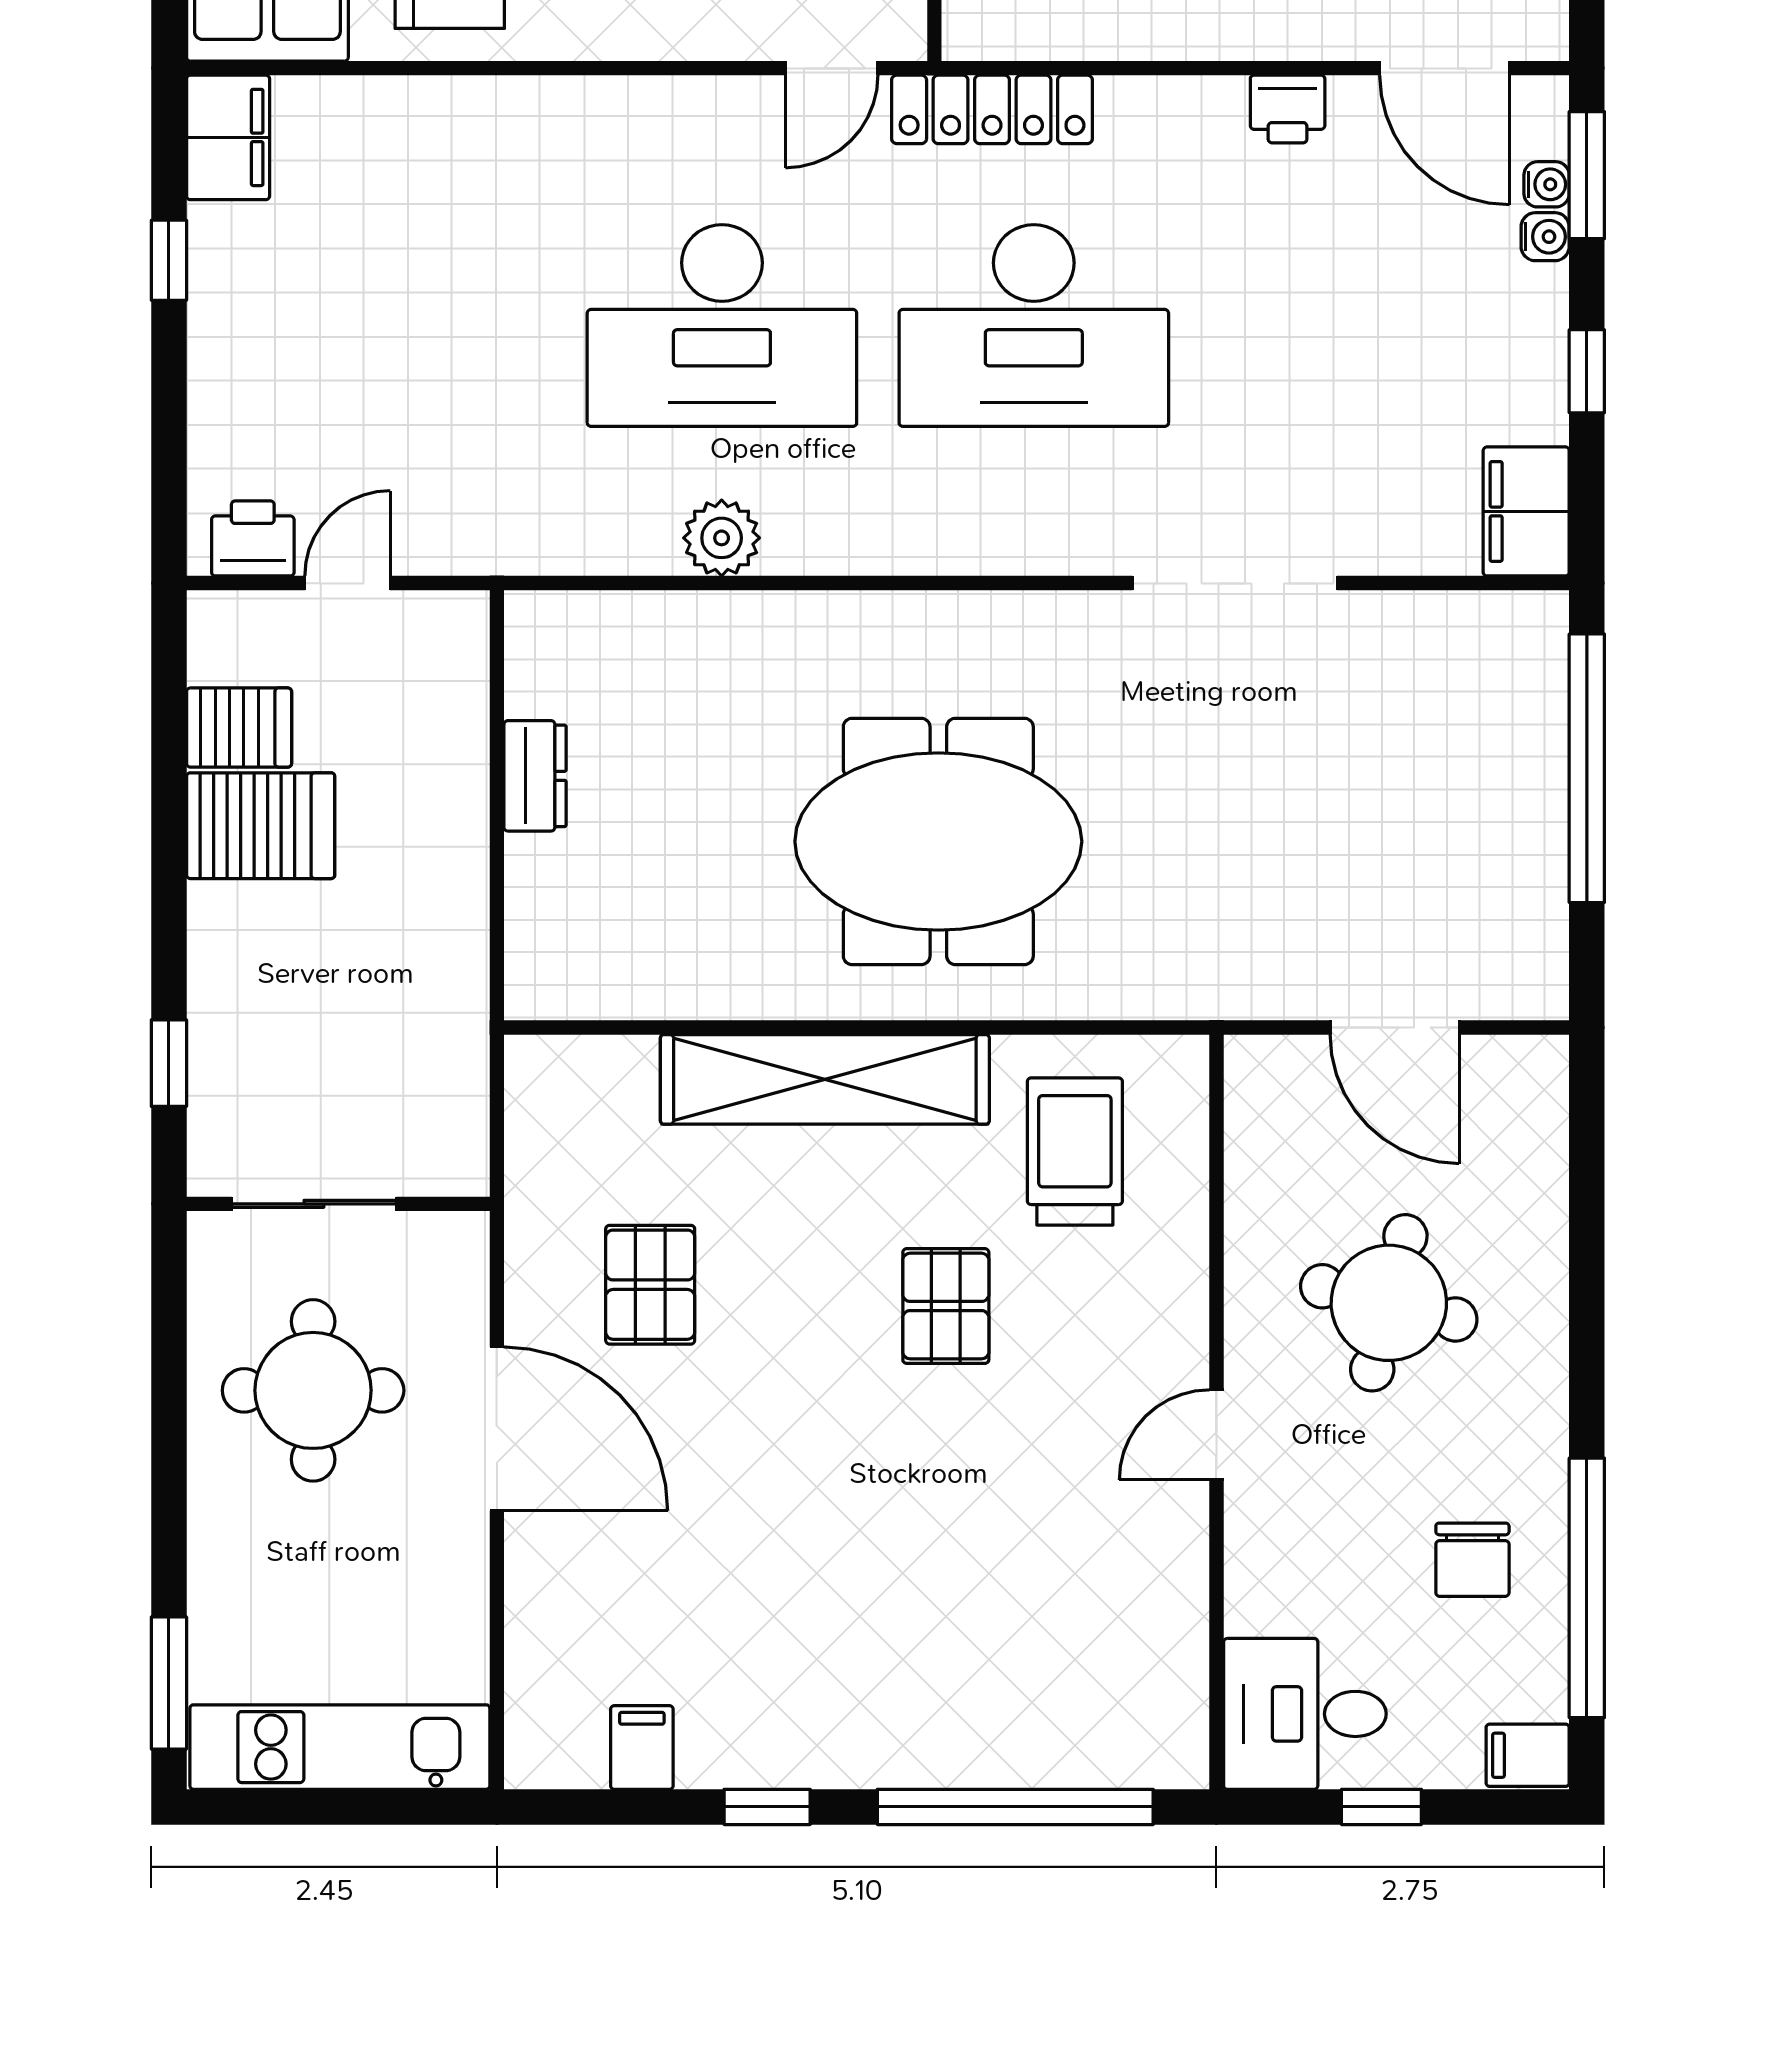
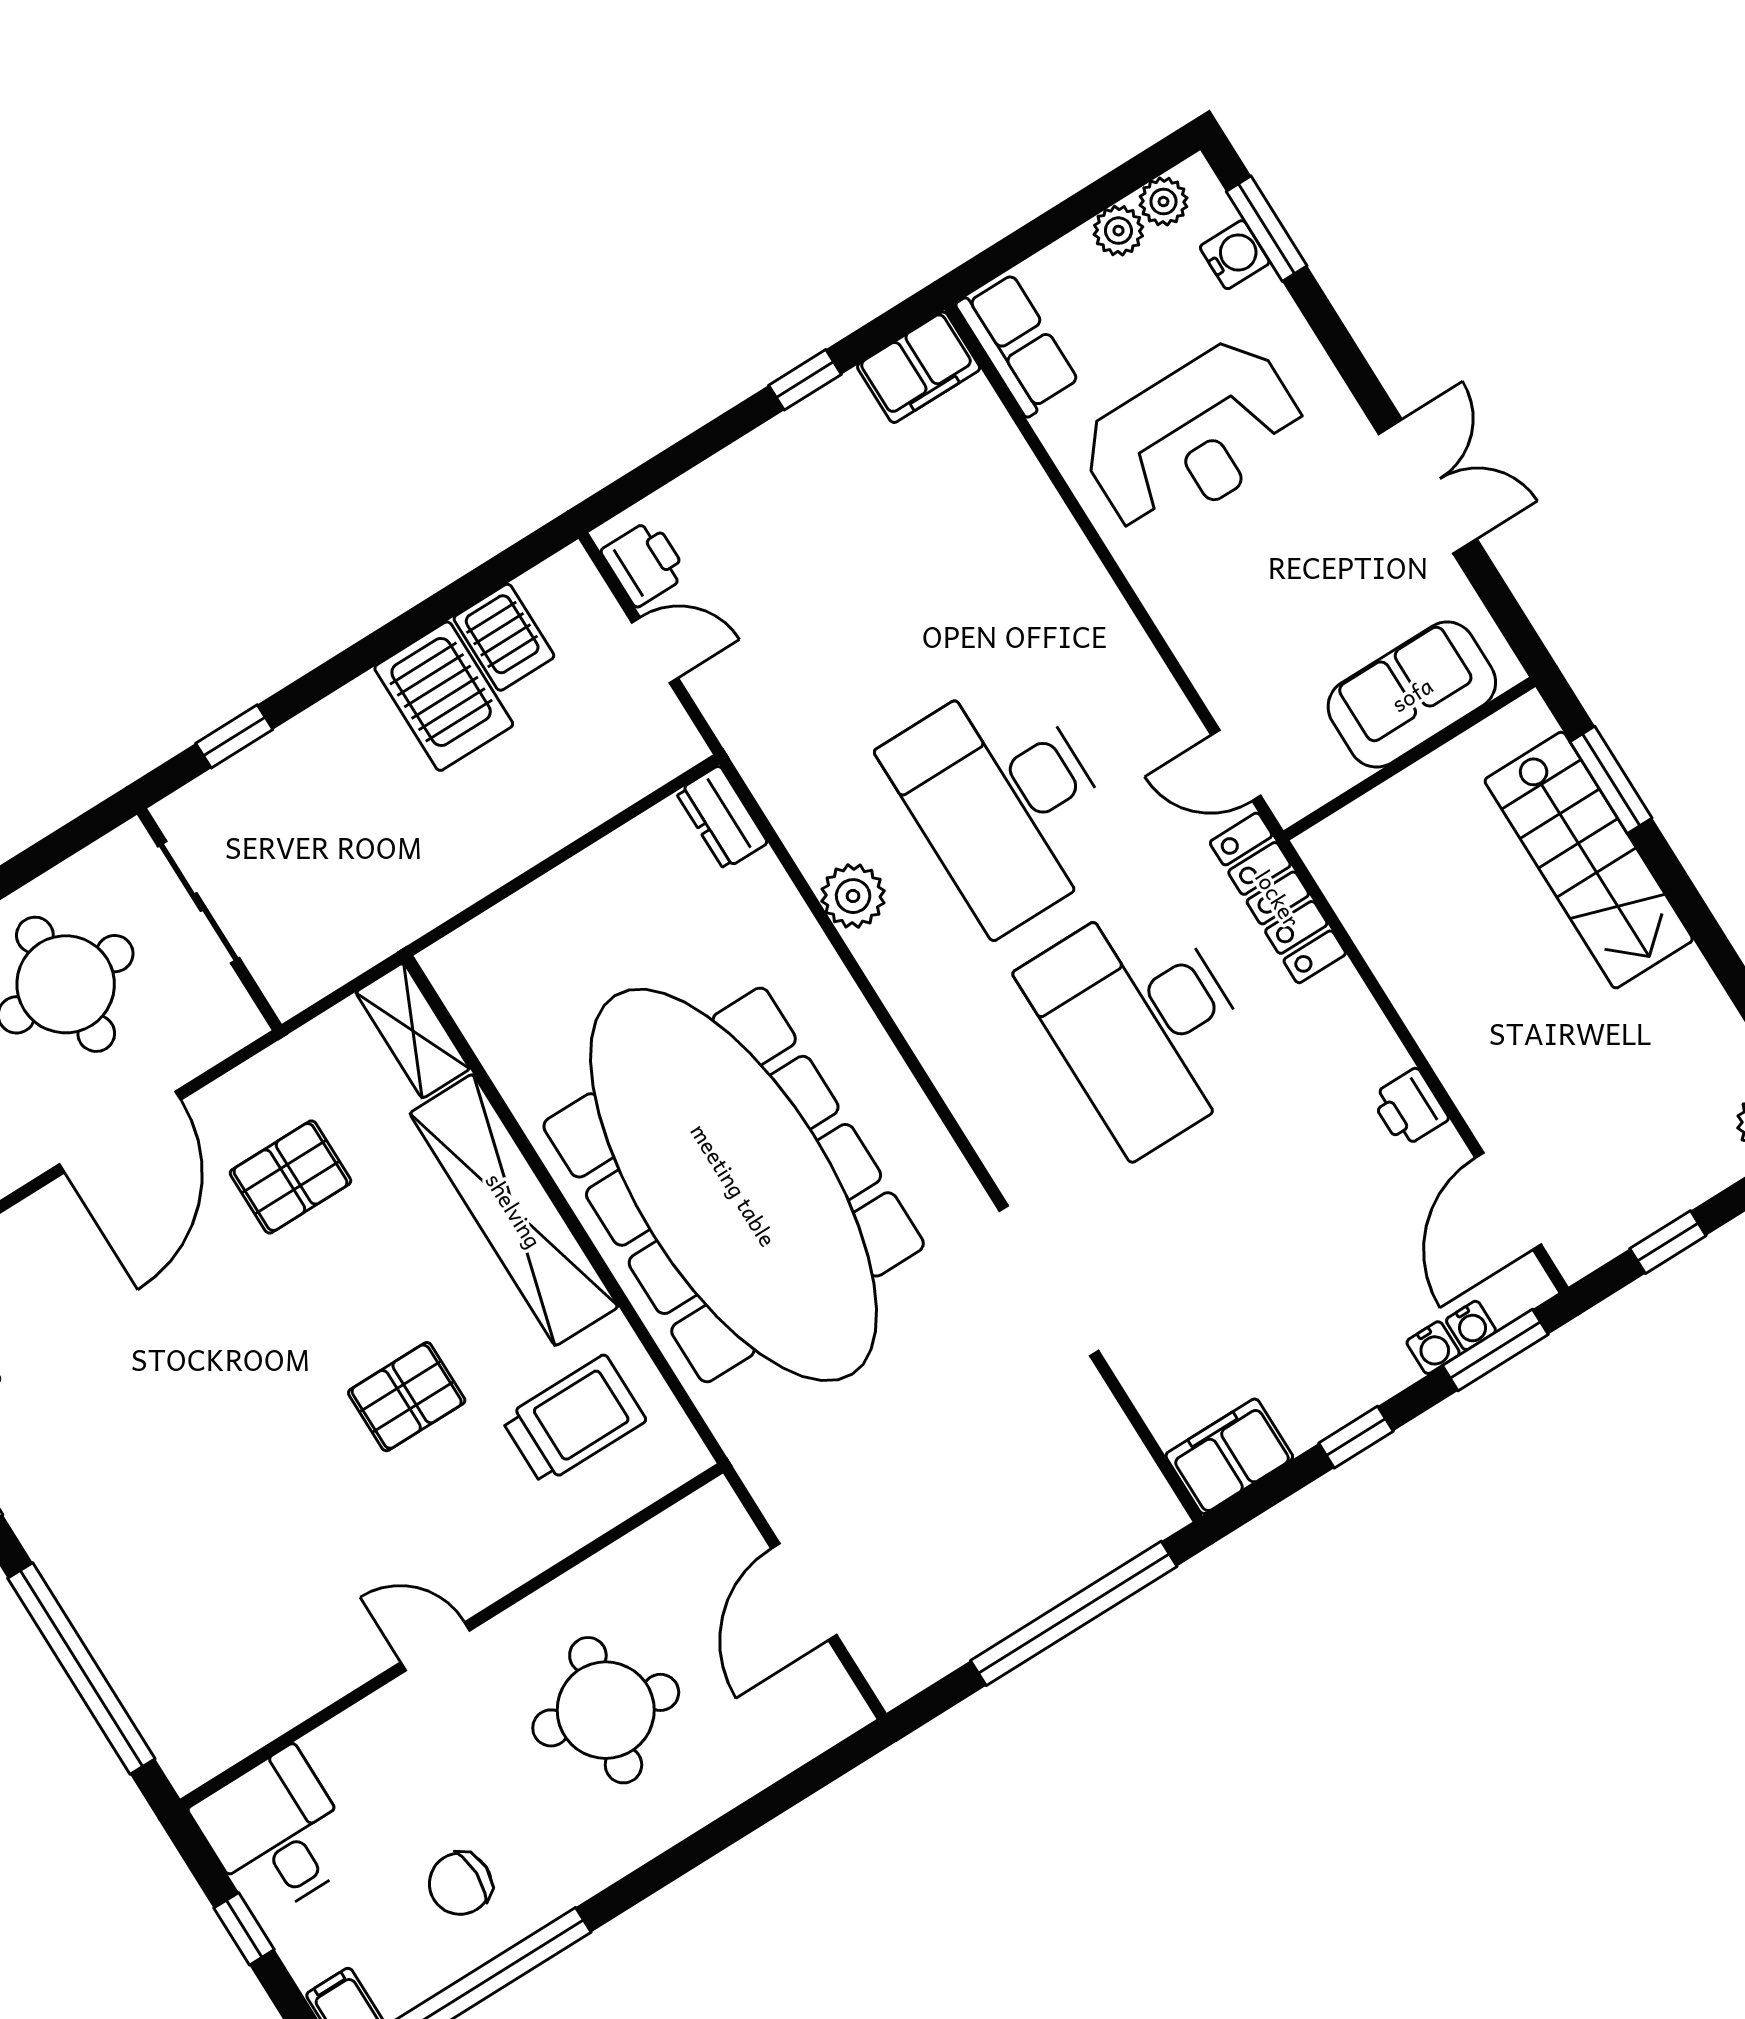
dresser: (535, 776) -> (722, 818), moved, turned 90
meeting table: (938, 841) -> (734, 1185), width x1.86, depth x1.27
shelving: (579, 1068) -> (413, 1031), added

